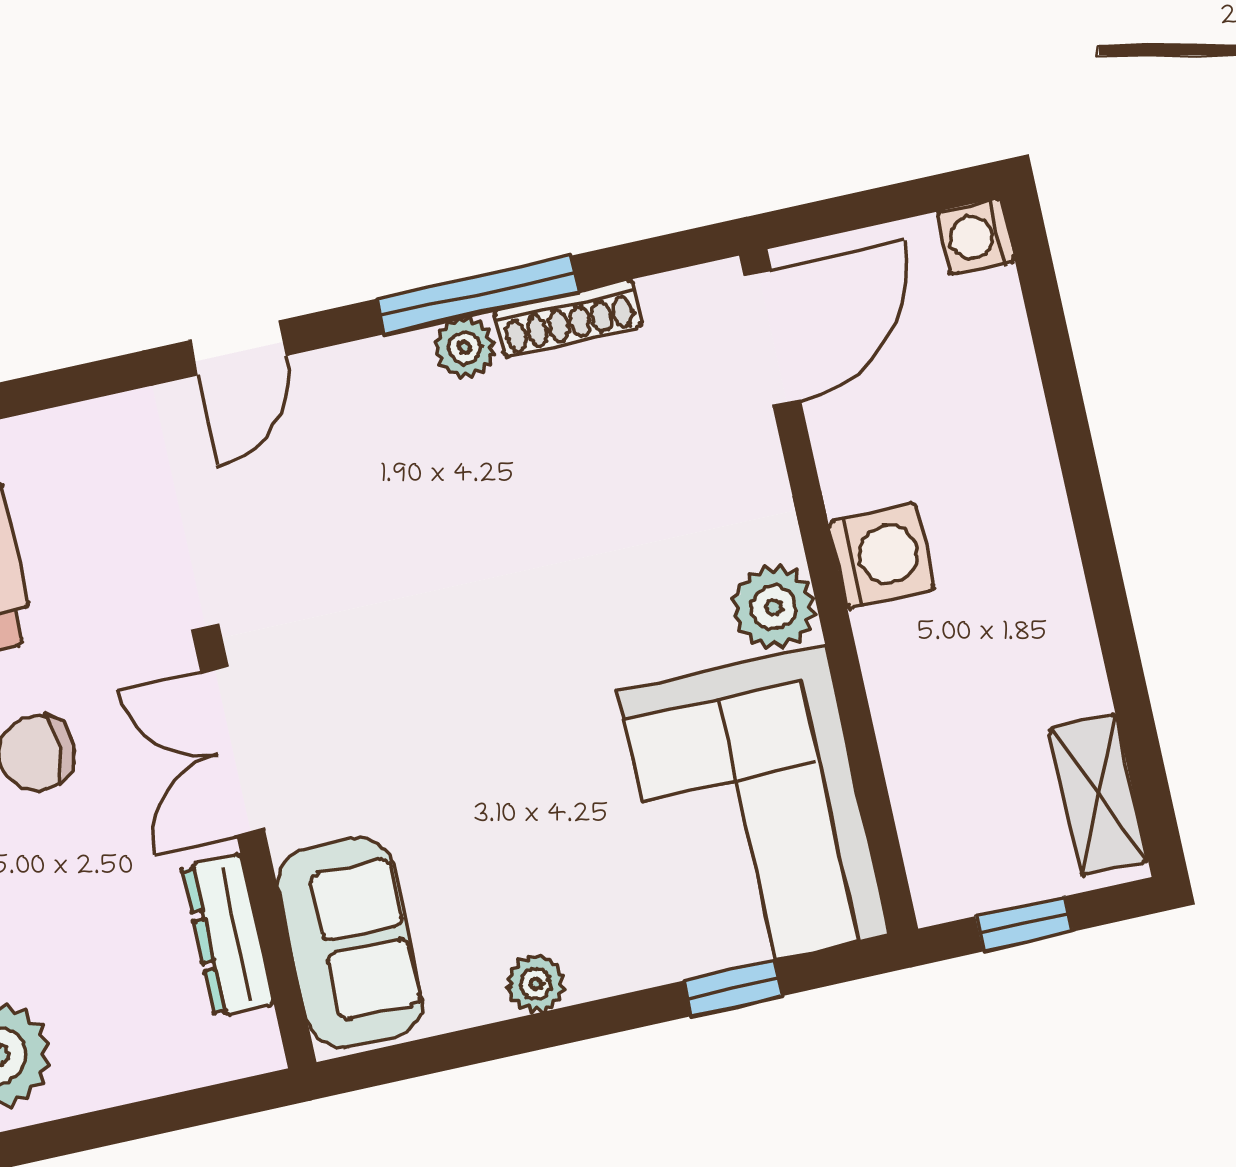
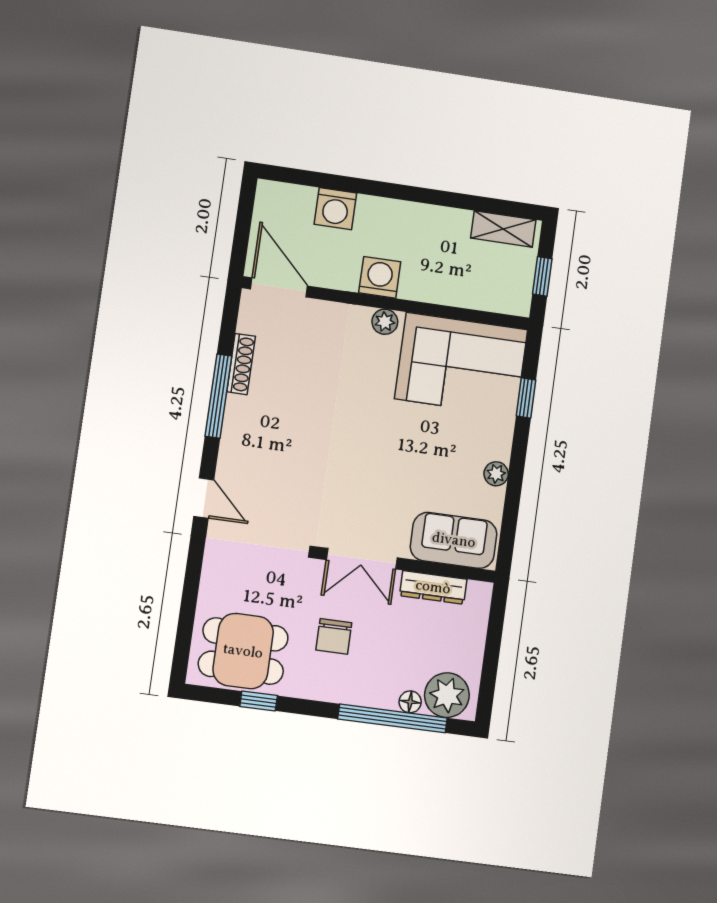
washing machine: (976, 237) -> (335, 209), moved, width x1.38, depth x1.38
plant: (465, 348) -> (237, 409), removed
plant: (774, 607) -> (385, 322), width x0.73, depth x0.73

